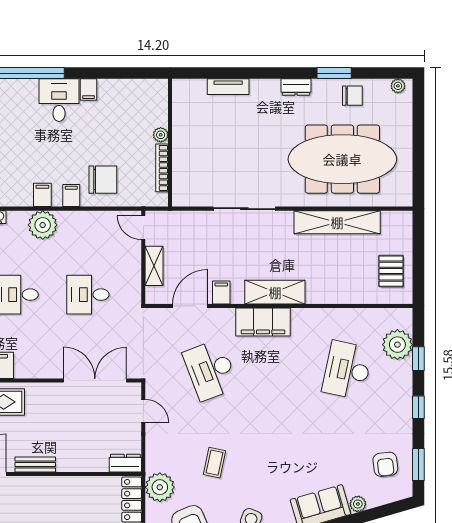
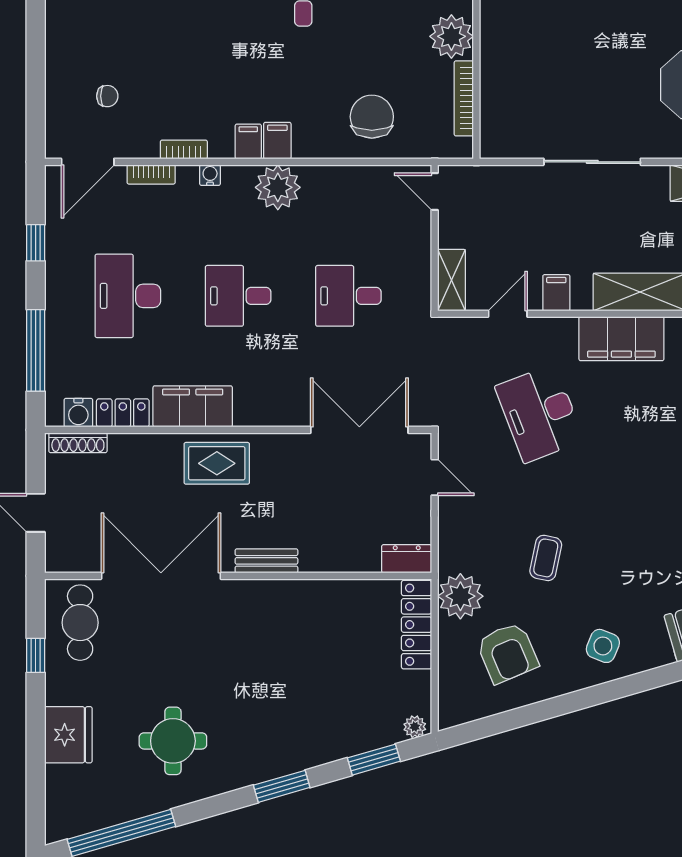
plant: (161, 135) -> (451, 36), width x1.87, depth x1.87
chair: (103, 180) -> (372, 117), turned -90
filing cabinet: (71, 196) -> (248, 141), moved
shelving: (154, 266) -> (452, 280), moved
door: (190, 306) -> (508, 314), width x0.73

